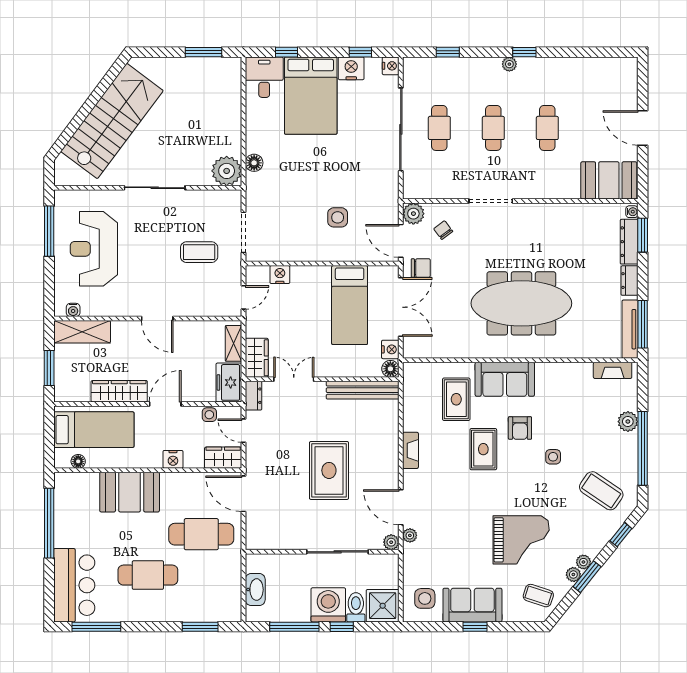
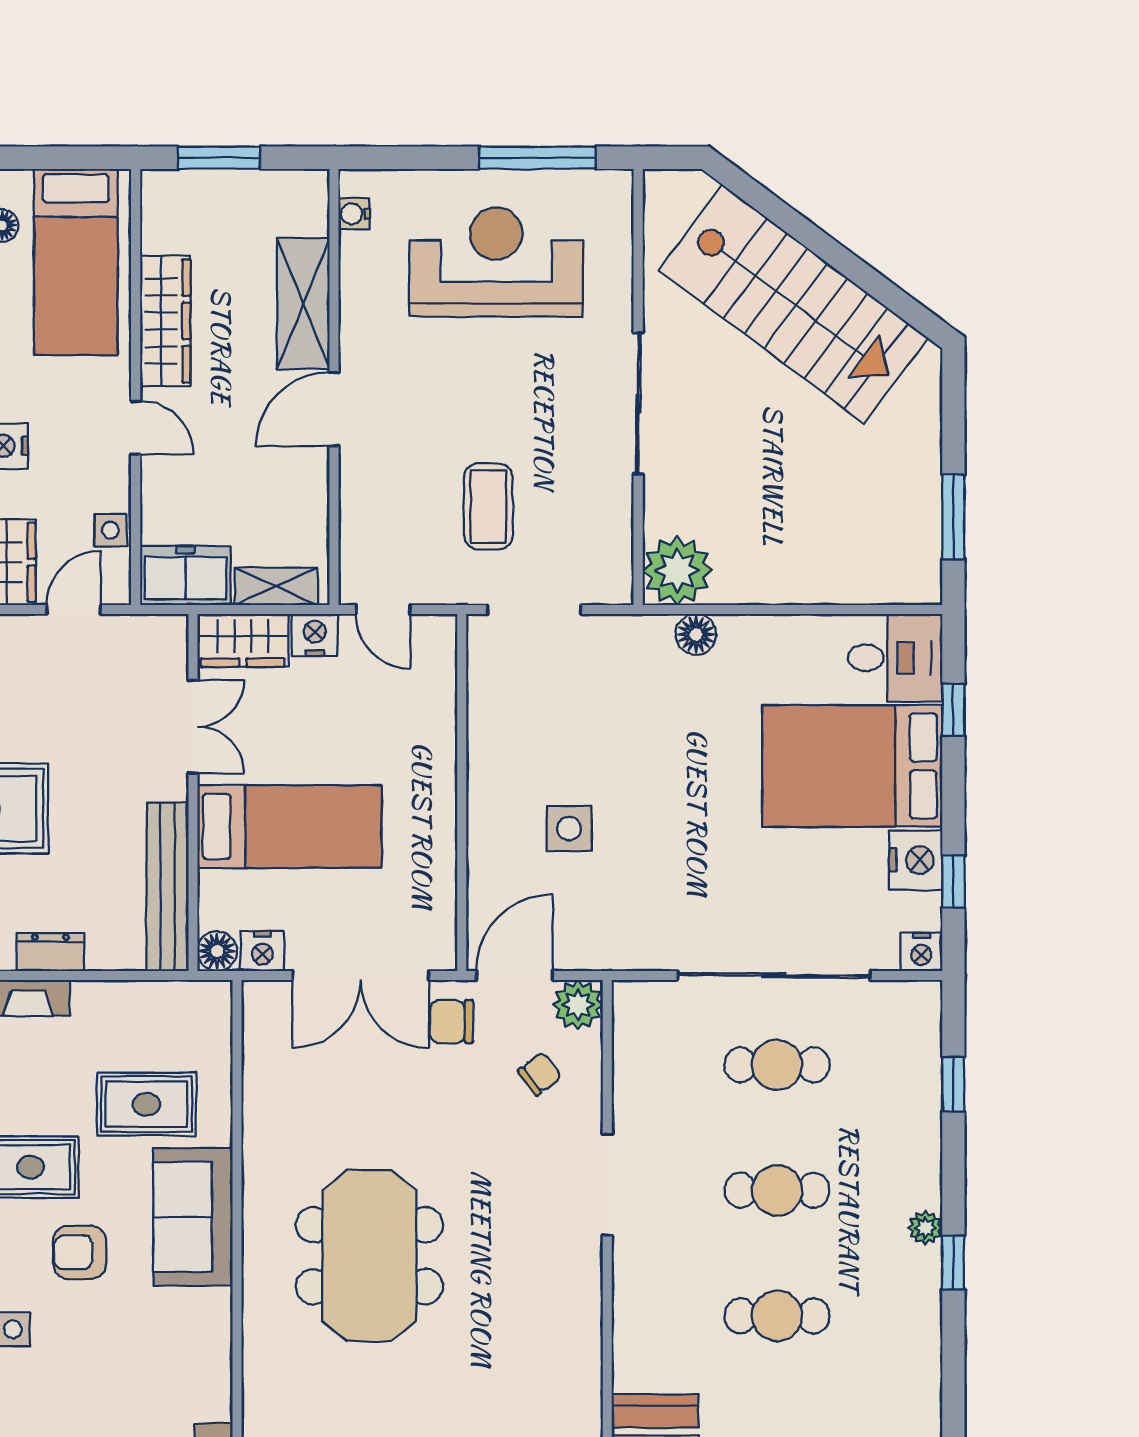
chair: (421, 268) -> (452, 1022), turned 90
nightstand: (280, 275) -> (315, 635), moved, turned -90
meeting table: (521, 303) -> (369, 1256), width x0.73
bed: (350, 305) -> (289, 826), moved, turned 180
shelving: (82, 332) -> (303, 304), moved
dresser: (253, 396) -> (50, 952), moved, turned 180
door: (165, 404) -> (136, 428), width x0.73

